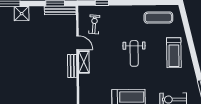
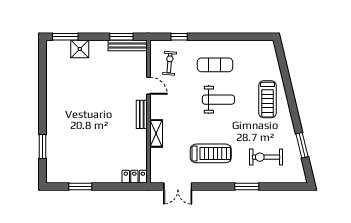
exercise mat: (158, 18) -> (215, 65), moved
weight bench: (134, 53) -> (218, 100), turned -90
shelving: (84, 62) -> (156, 133), moved

